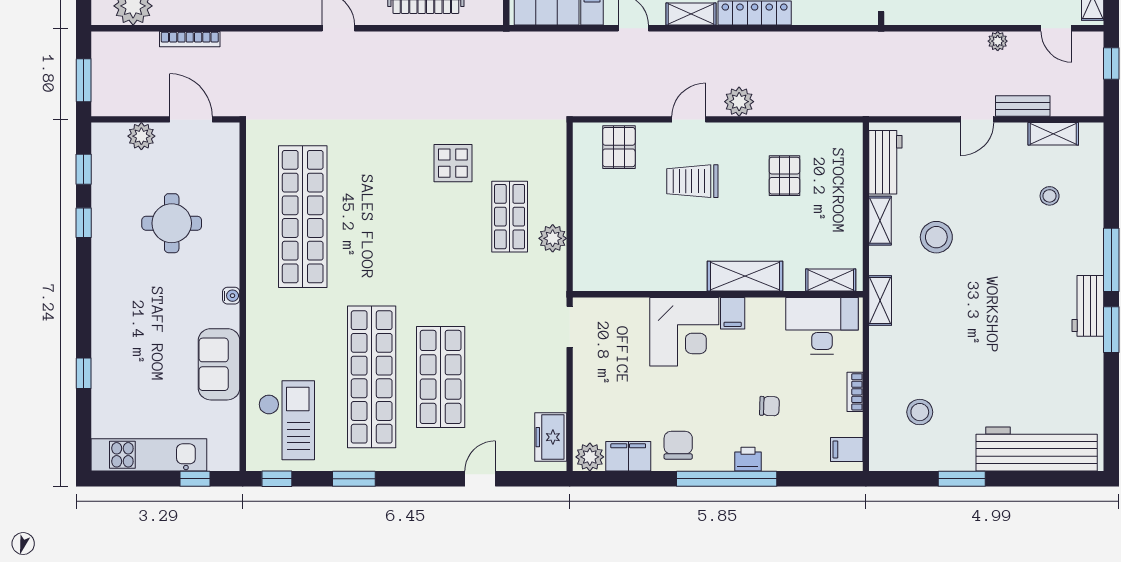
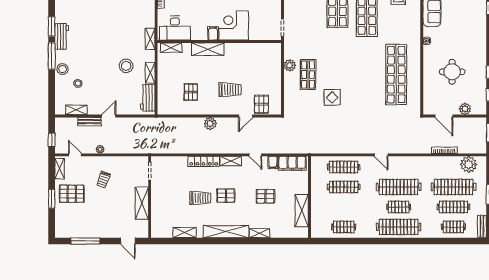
door: (689, 119) -> (246, 116), moved
stool: (1086, 230) -> (63, 69), added

